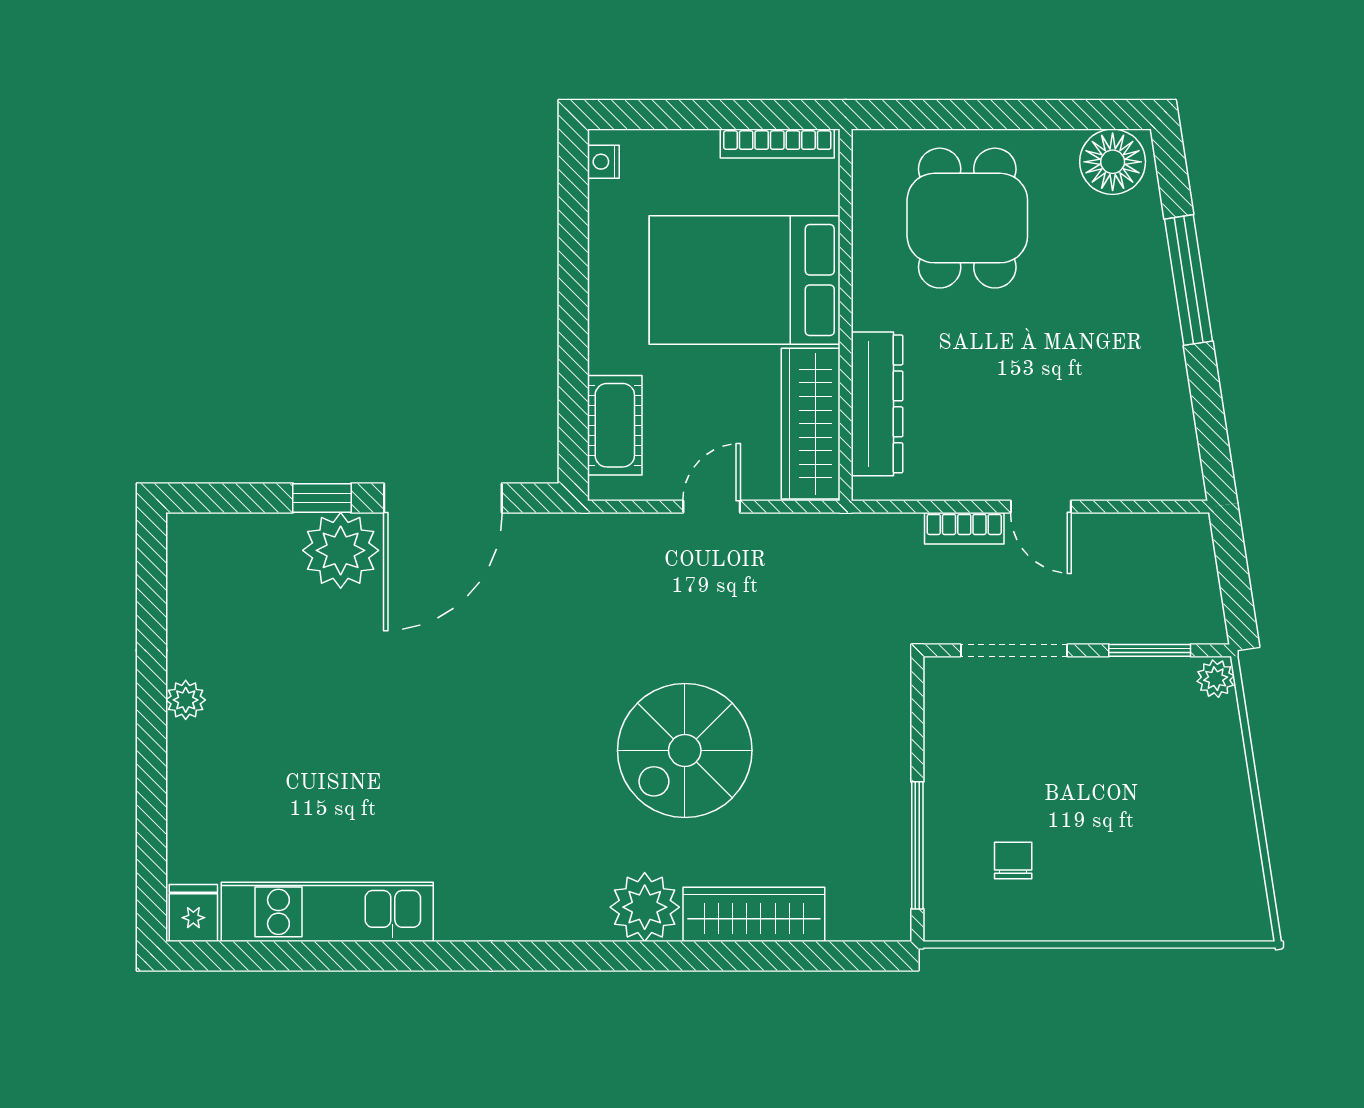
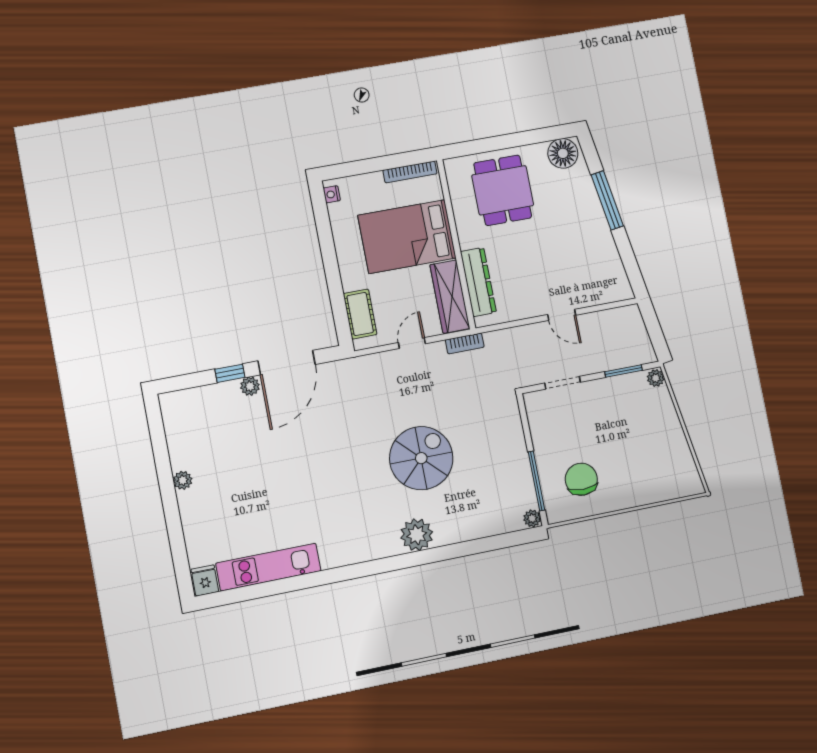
bookcase: (964, 528) -> (465, 343), moved
plant: (341, 550) -> (250, 386), width x0.53, depth x0.53
doorway: (1014, 650) -> (563, 383), width x0.73
spiral stairs: (685, 750) -> (421, 458), turned 180
chair: (1013, 861) -> (581, 479), width x1.87, depth x1.87
wardrobe: (754, 914) -> (468, 528), removed
plant: (893, 922) -> (532, 518), added

